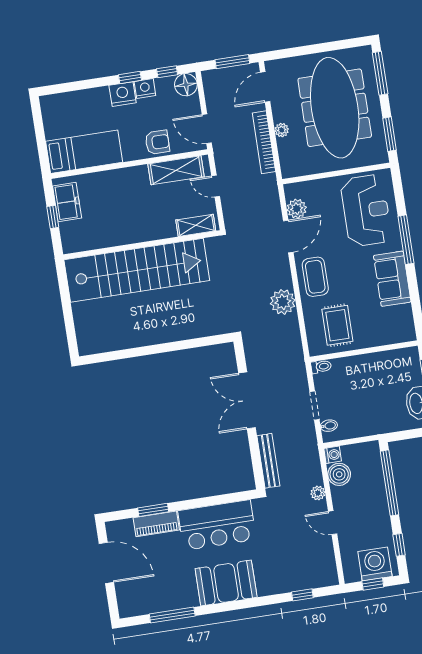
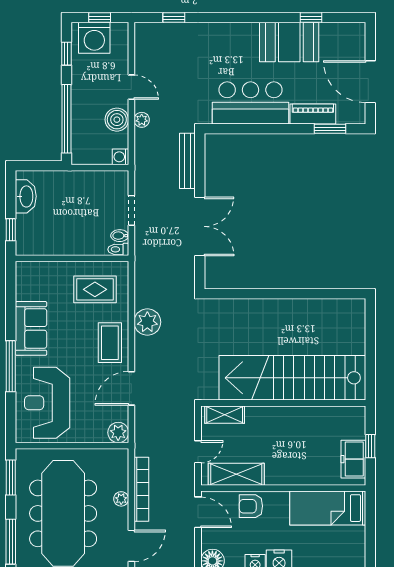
door: (216, 186) -> (198, 452), hinge flipped
plant: (297, 209) -> (118, 433), moved
rug: (337, 325) -> (95, 289), turned 90
bidet: (329, 426) -> (120, 236), moved
boiler: (339, 474) -> (117, 120), moved
window: (153, 510) -> (330, 129), moved
booth: (226, 583) -> (289, 42), moved
window: (172, 615) -> (311, 18), width x0.46

